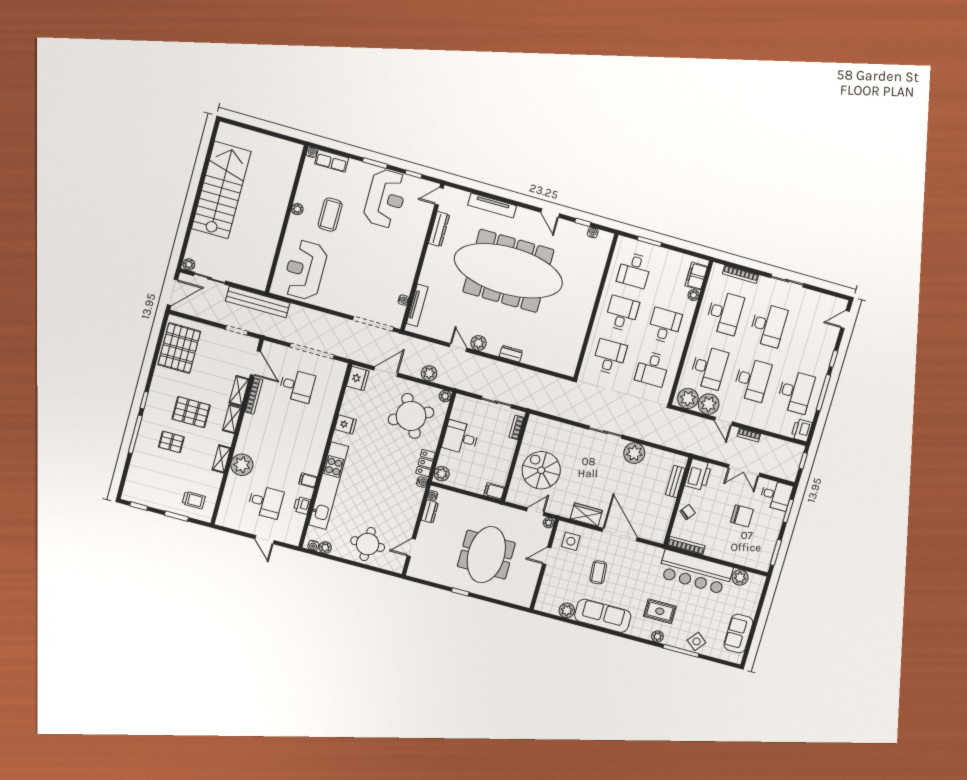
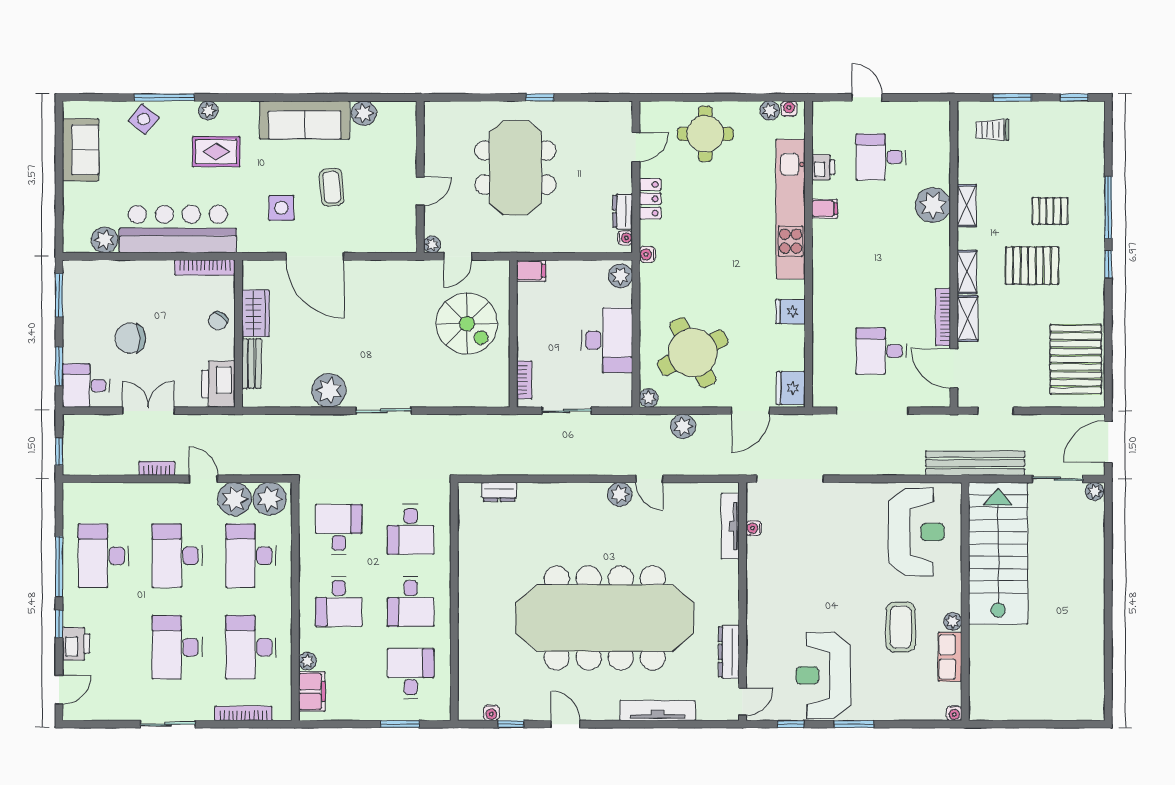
row of seats: (332, 161) -> (950, 657), moved, turned -90
stairs: (221, 190) -> (998, 553), moved, turned 180
dresser: (511, 354) -> (499, 492), moved
printer: (801, 430) -> (76, 644), moved
desk: (460, 438) -> (607, 340), width x1.37
locker: (426, 463) -> (650, 199), moved
wardrobe: (586, 515) -> (255, 313), moved, turned -90
side table: (571, 541) -> (281, 208), moved

